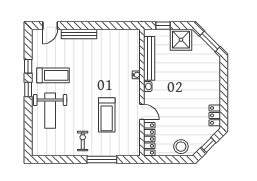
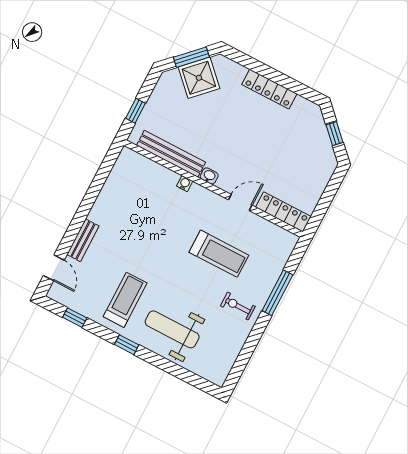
bench: (79, 34) -> (83, 240), width x0.73
shower: (181, 40) -> (199, 78), moved, turned 45
window: (28, 66) -> (75, 318), moved
weight bench: (50, 111) -> (172, 329), turned 180
locker: (215, 115) -> (269, 89), moved, width x1.53
stool: (181, 147) -> (317, 173), removed

